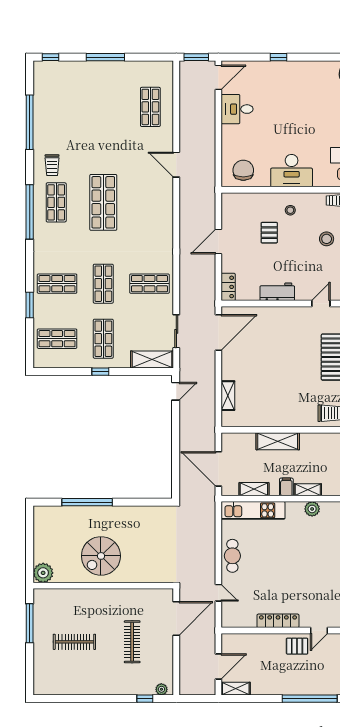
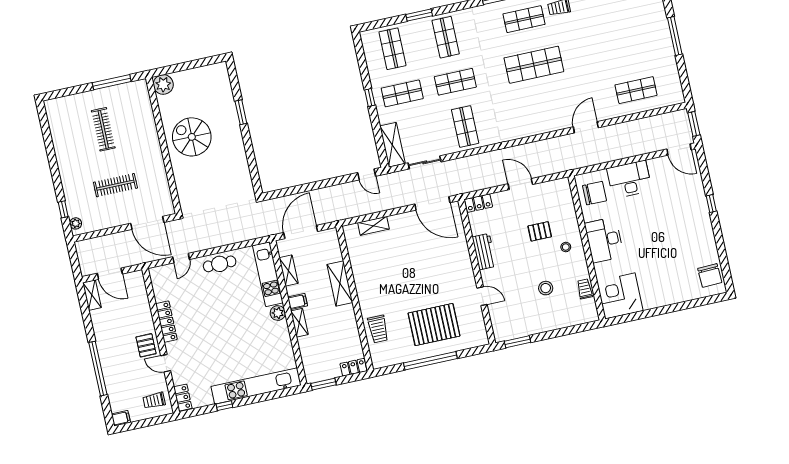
desk: (237, 109) -> (629, 179), moved, width x1.37
window: (87, 502) -> (241, 112), width x0.47
plant: (312, 509) -> (278, 313), moved

